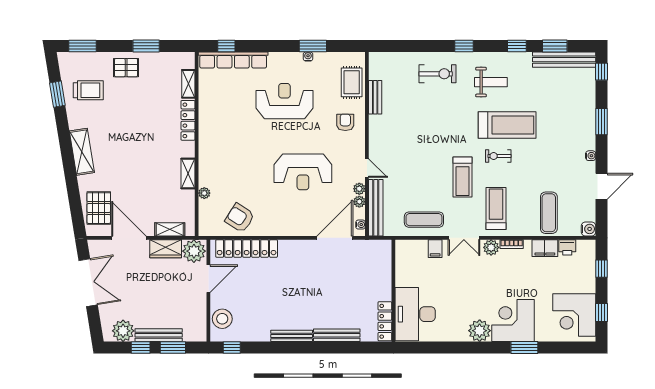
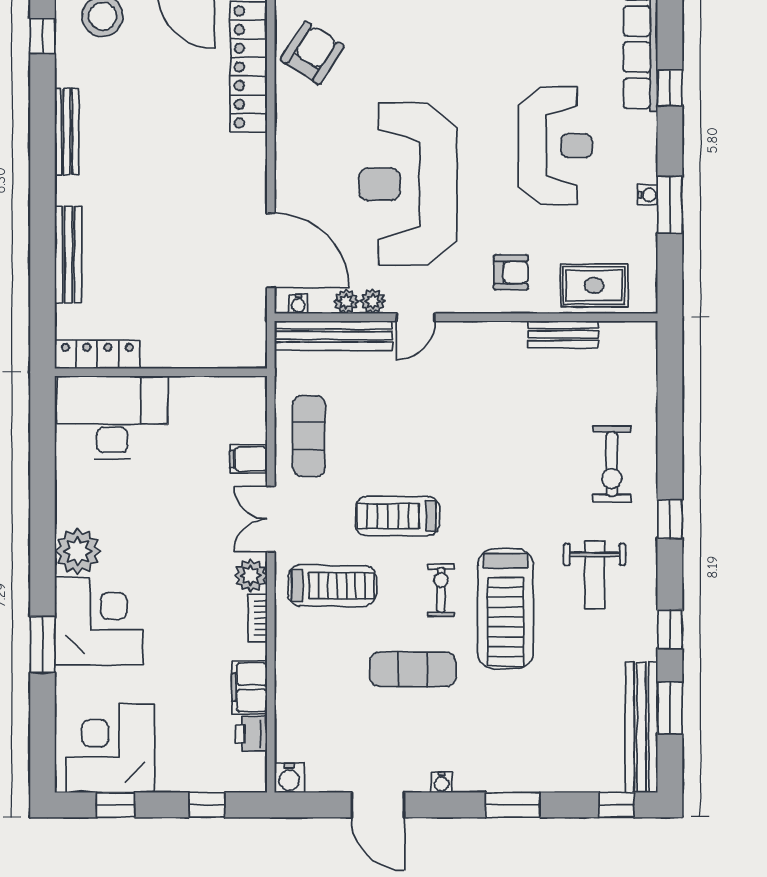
window: (226, 46) -> (670, 88), moved
reception desk: (303, 172) -> (408, 184), width x1.36, depth x1.30
exercise mat: (549, 213) -> (413, 669), moved
bench: (292, 336) -> (67, 132), moved

